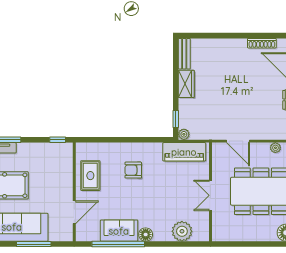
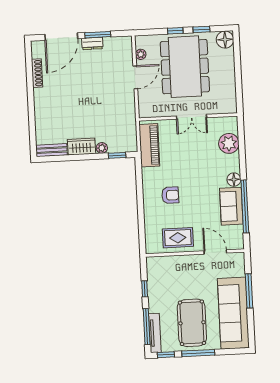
plant: (184, 134) -> (102, 148), moved
window: (58, 140) -> (145, 289), moved
door: (238, 141) -> (135, 77), moved
armchair: (133, 170) -> (170, 195), turned -90

